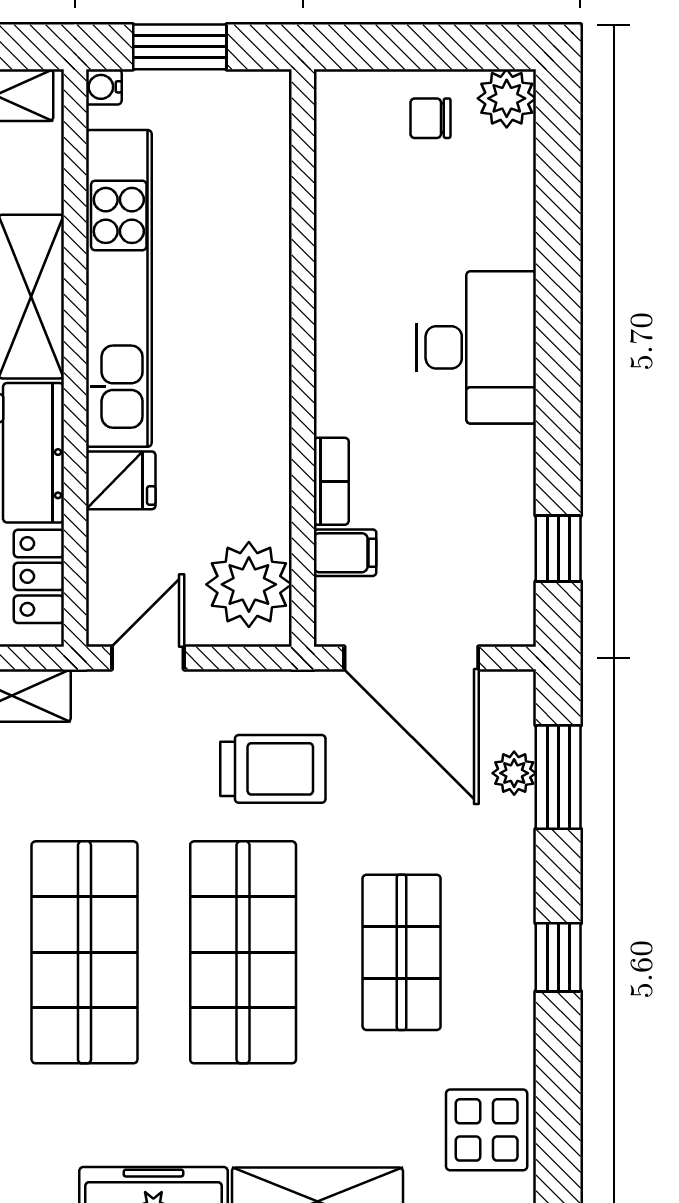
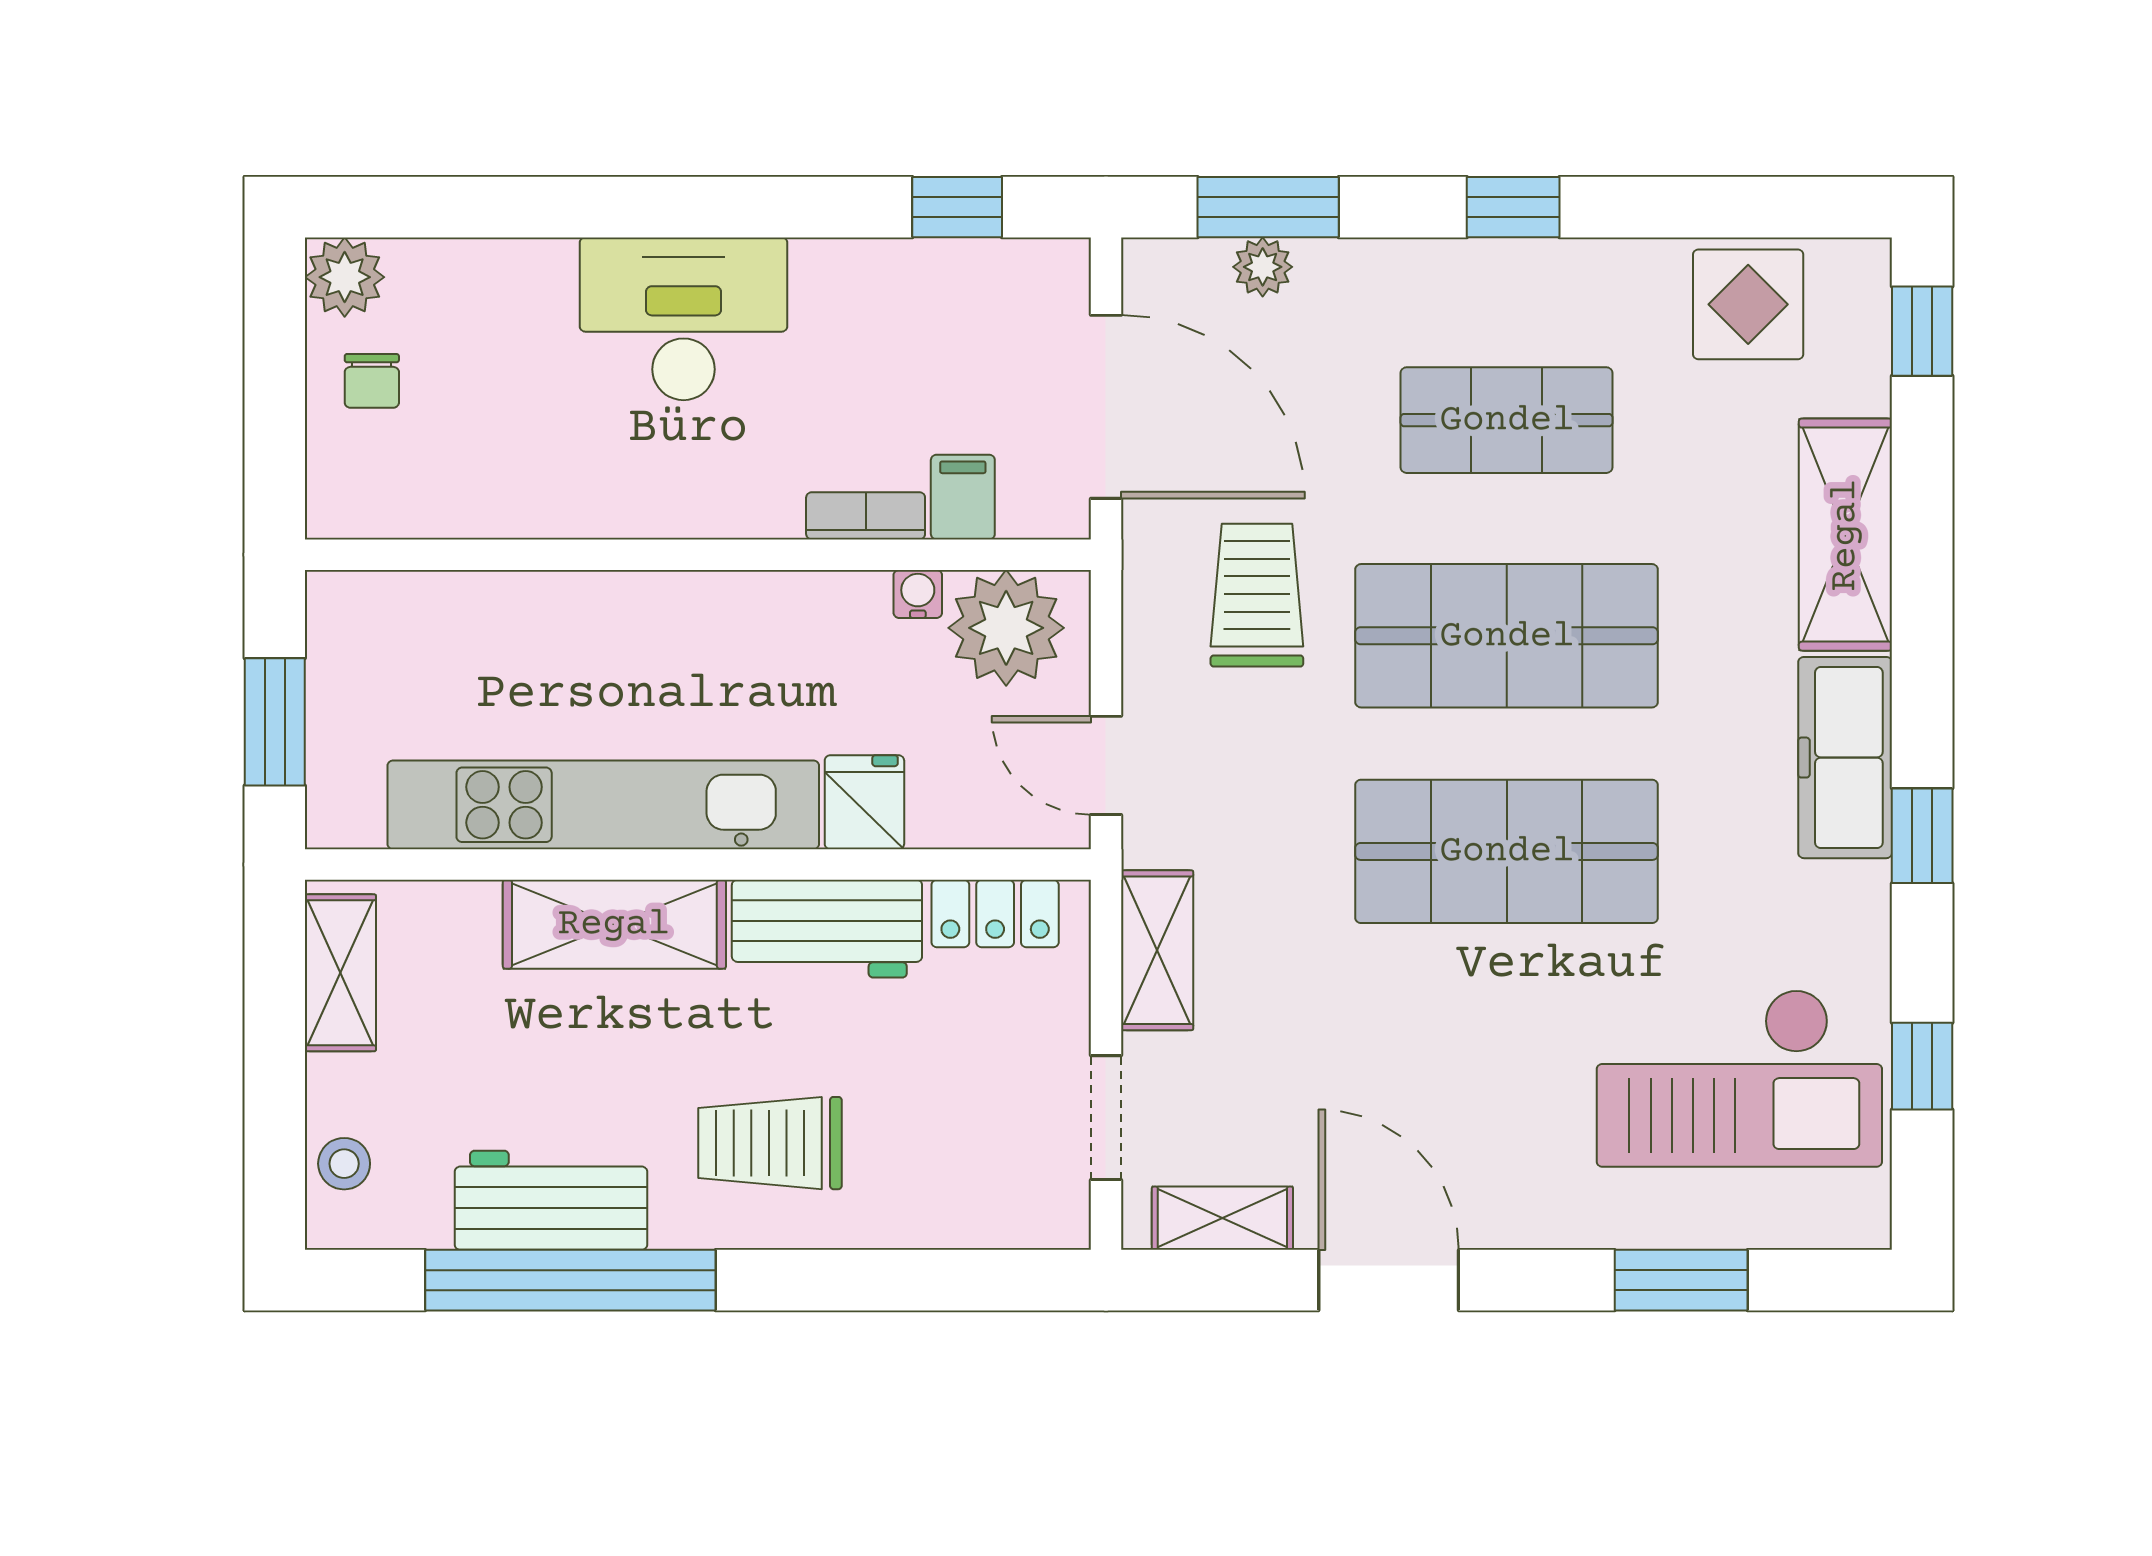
water cooler: (104, 87) -> (918, 594), moved, turned 180
door: (411, 658) -> (1106, 407), hinge flipped

